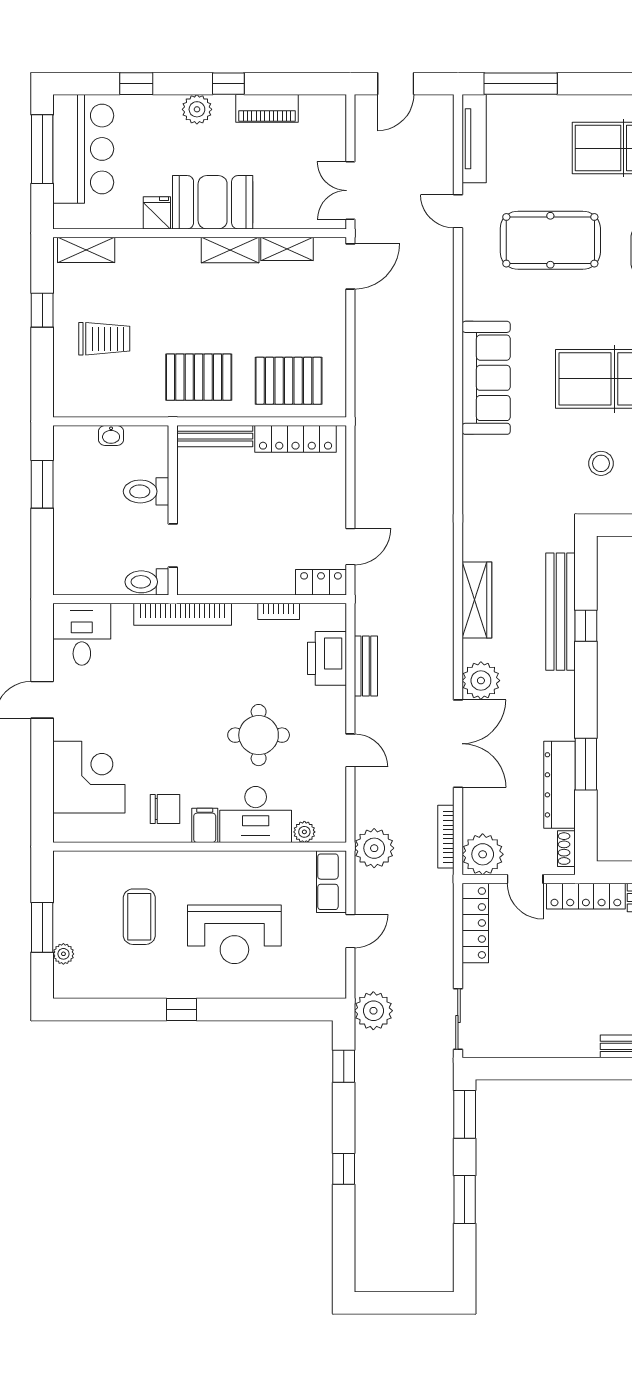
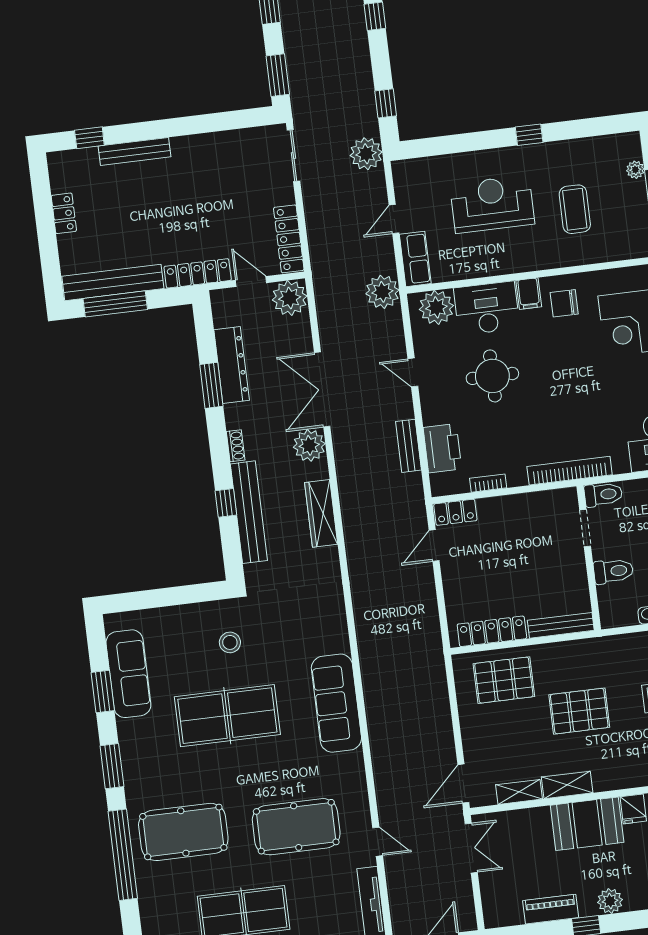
pallet: (199, 377) -> (579, 711), moved
plant: (304, 832) -> (436, 307), width x1.88, depth x1.88
bookcase: (446, 837) -> (323, 309), removed
shoe rack: (566, 849) -> (236, 446), moved

